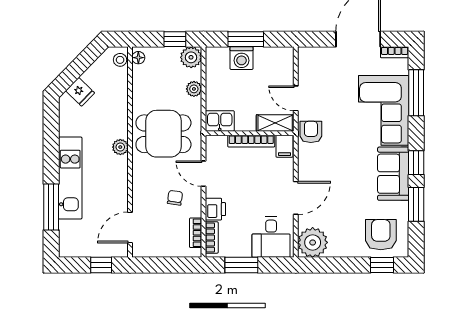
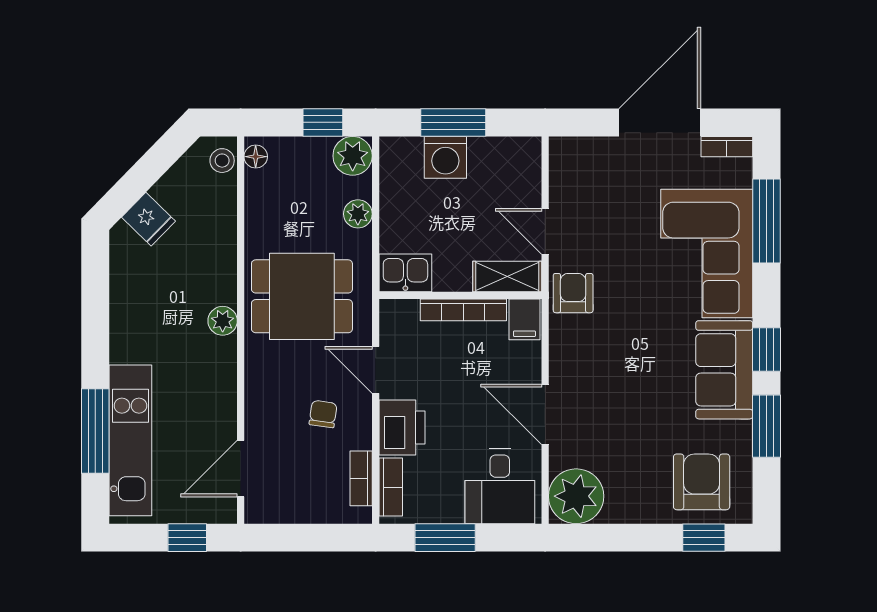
kitchen unit: (70, 178) -> (130, 440), moved
door: (296, 198) -> (545, 414), swing flipped
printer: (215, 209) -> (402, 428), width x1.36, depth x1.24

